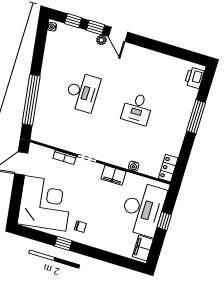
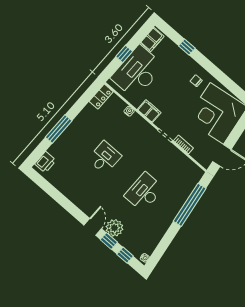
plant: (101, 40) -> (114, 228), width x1.88, depth x1.88
window: (63, 243) -> (187, 47), moved

